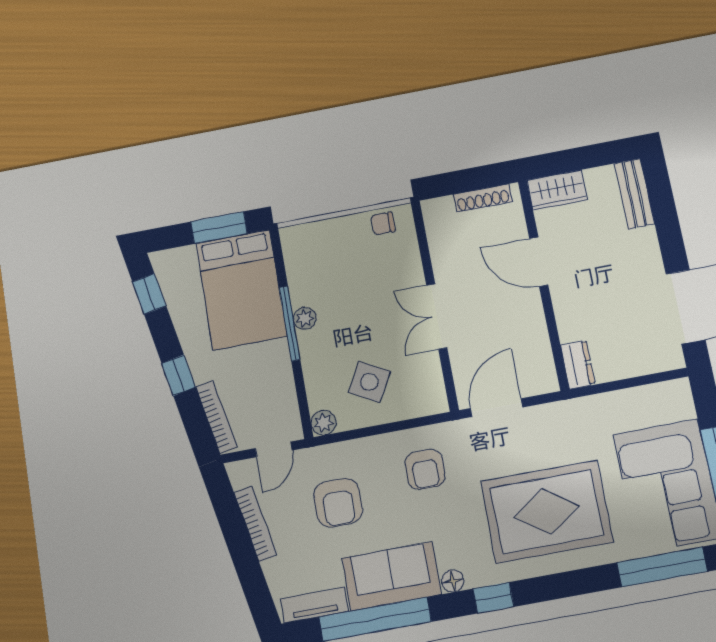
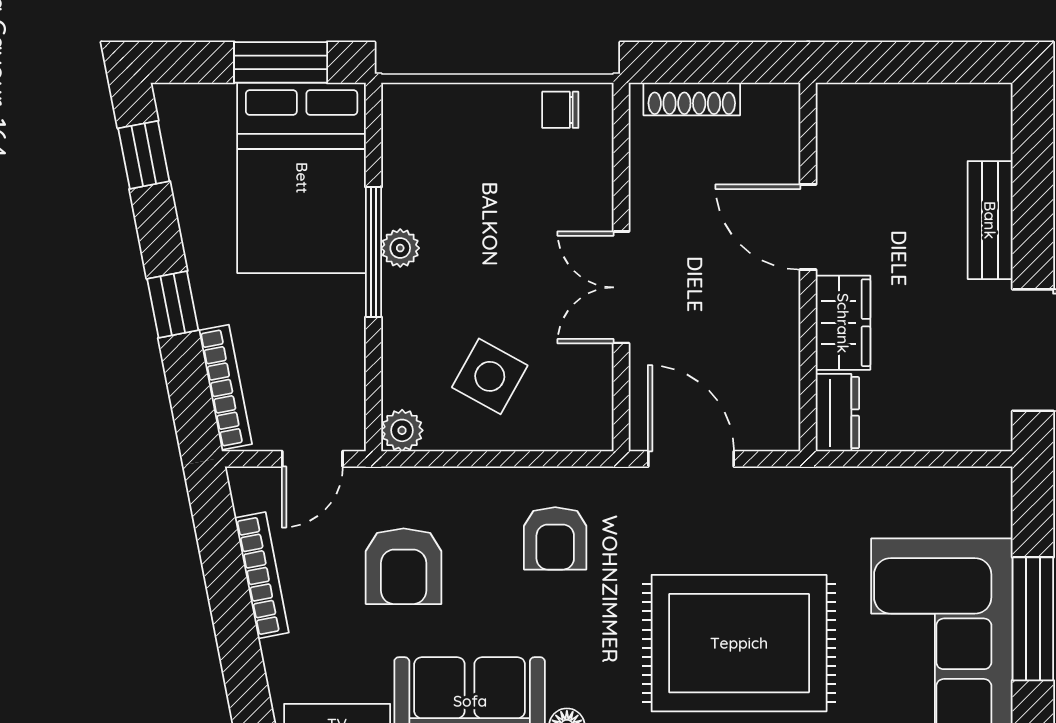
wardrobe: (557, 190) -> (843, 323), moved, turned -90
bench: (634, 194) -> (990, 220), moved
shoe rack: (483, 198) -> (692, 99), moved
door: (497, 408) -> (691, 459), hinge flipped

